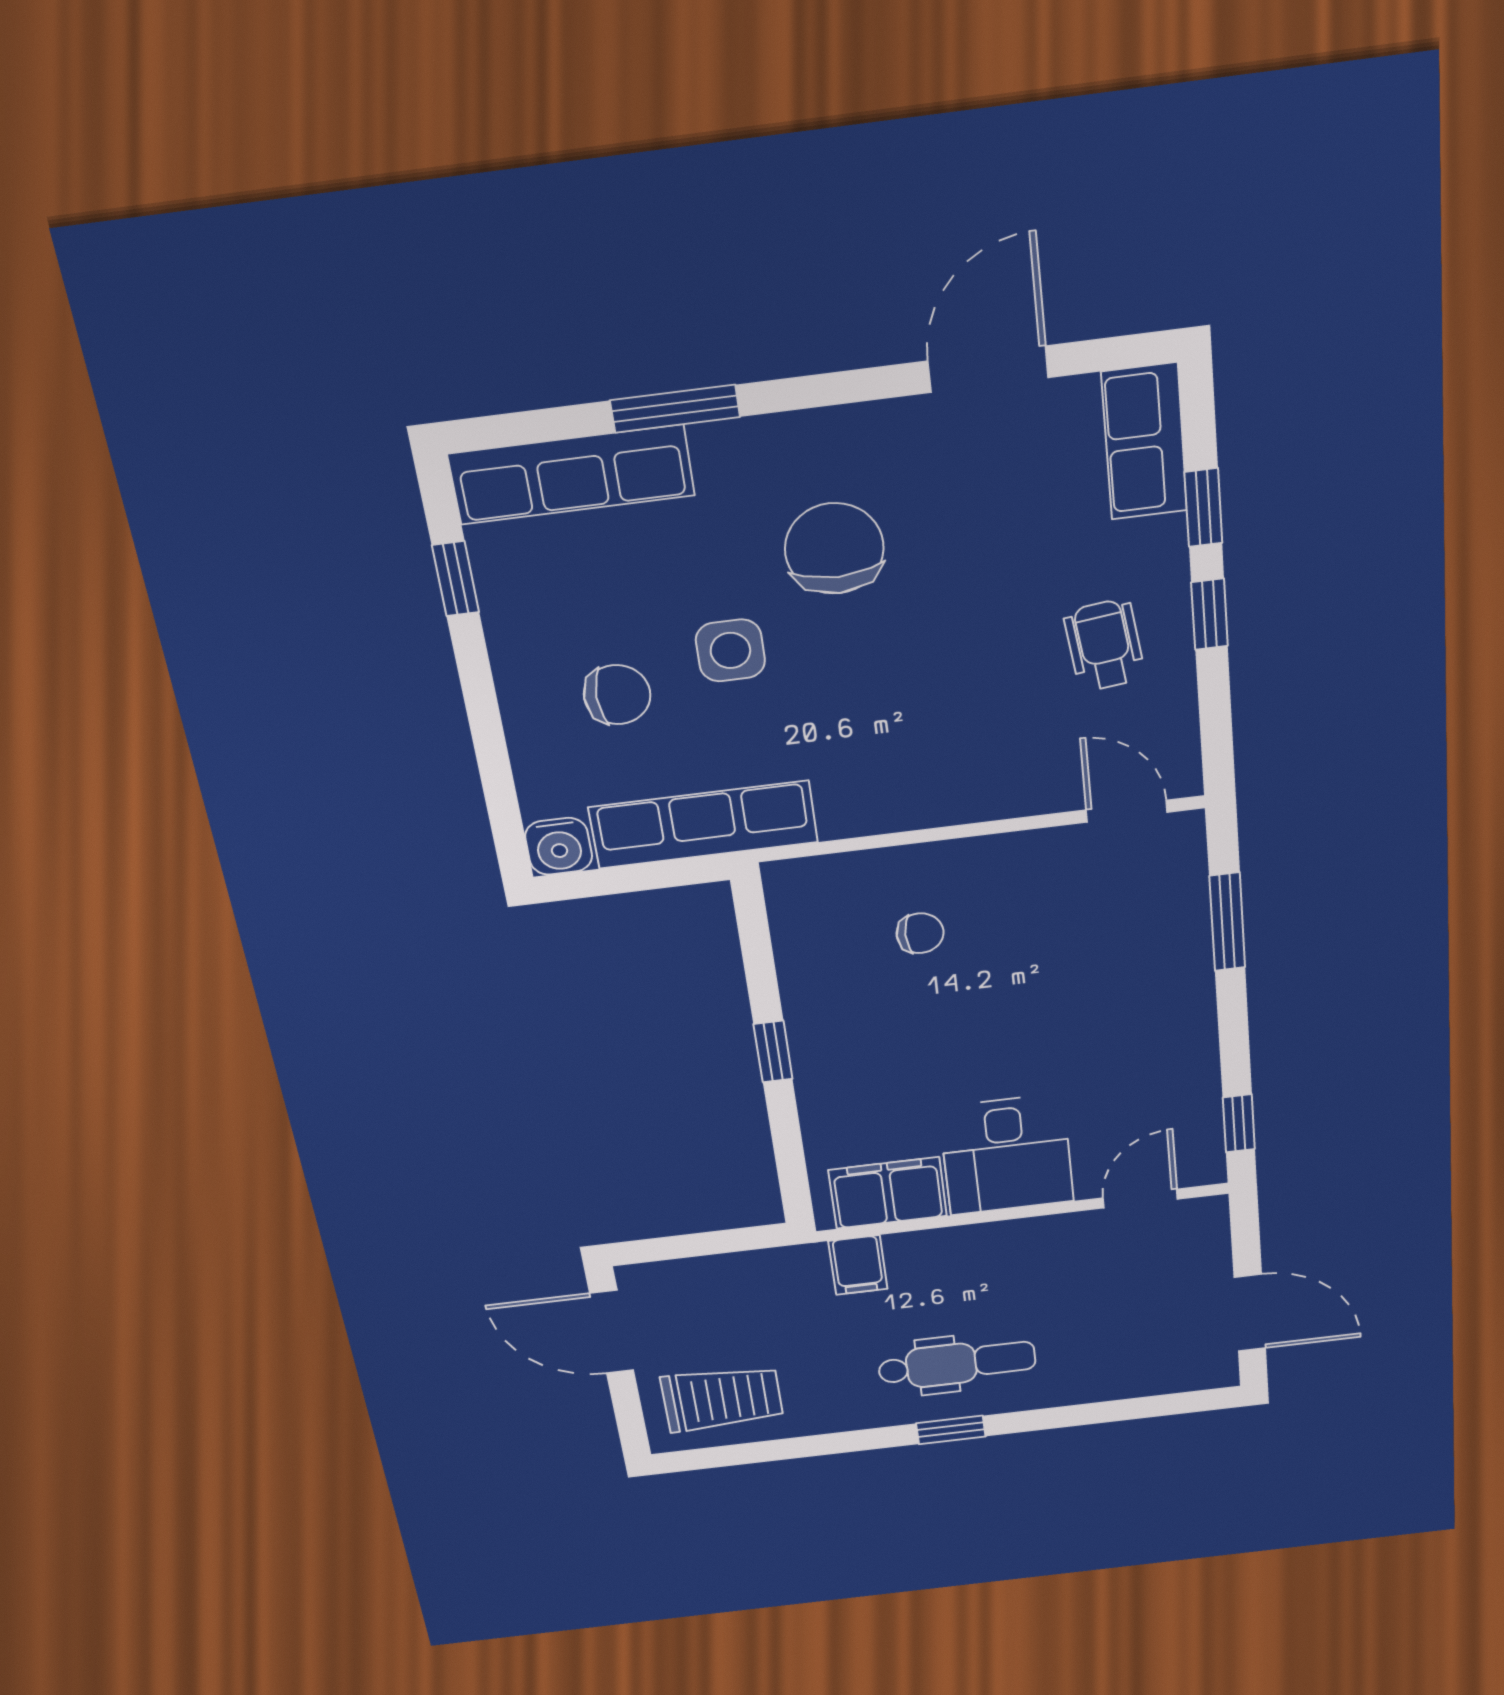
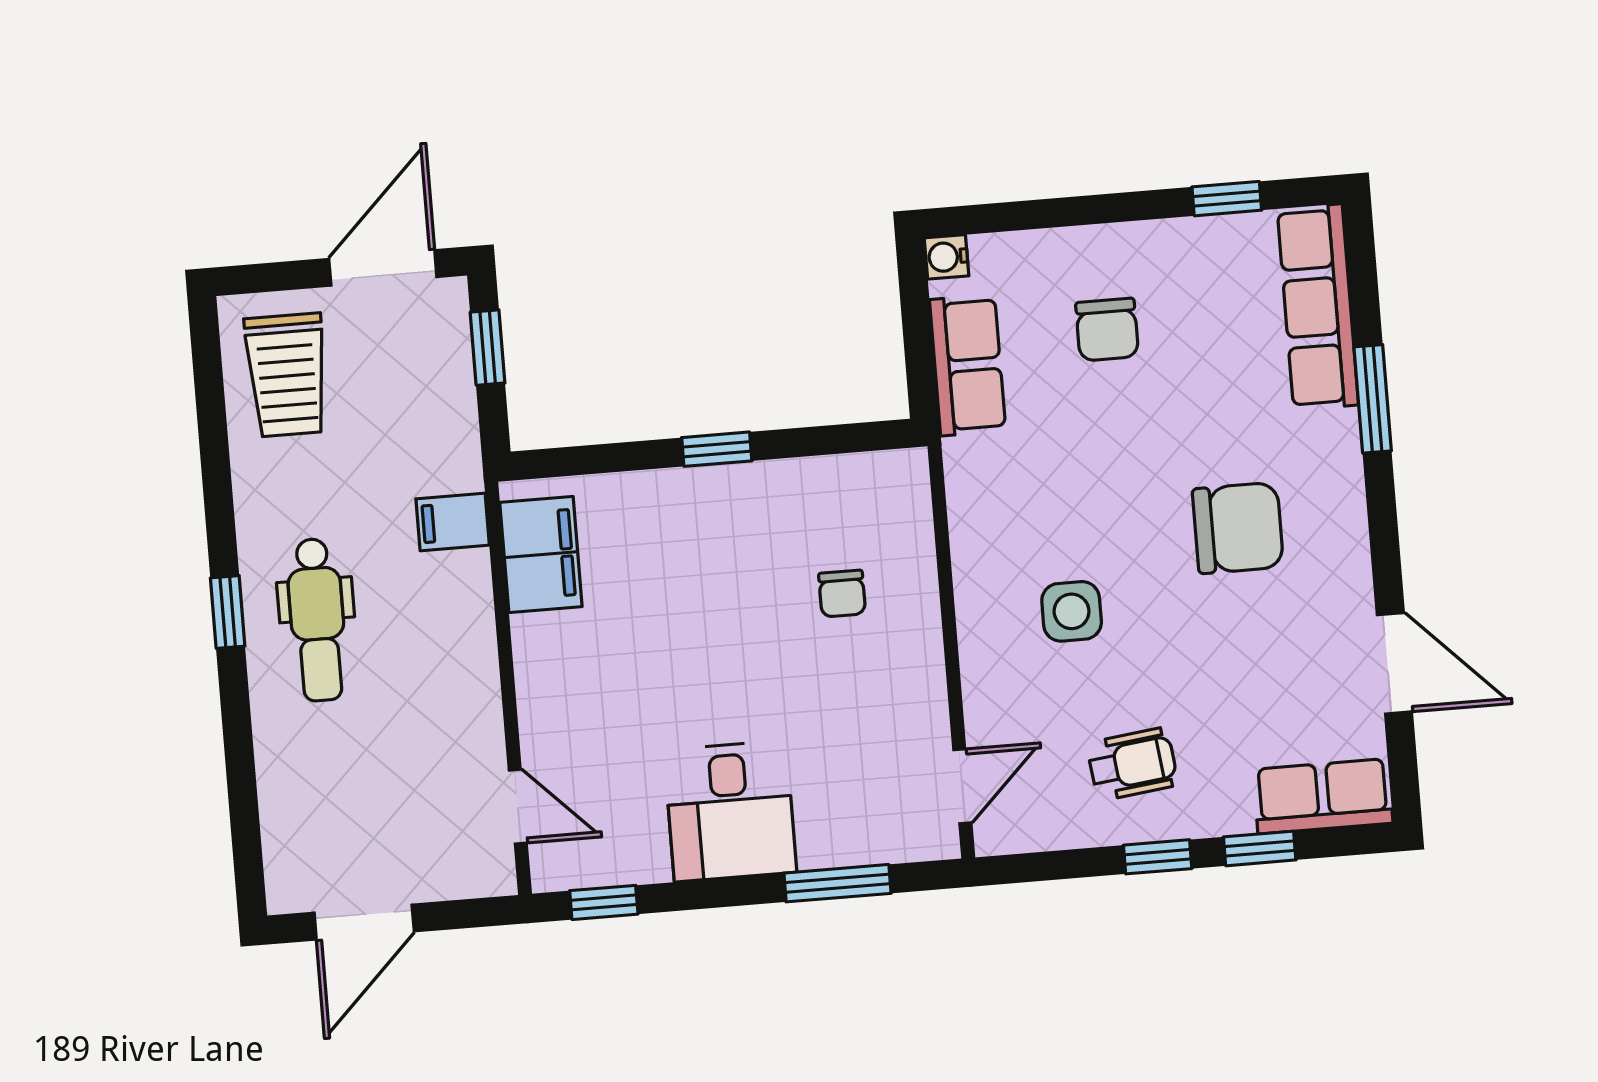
side table: (730, 650) -> (1072, 611), moved
row of seats: (703, 825) -> (968, 365), width x0.68
water cooler: (559, 846) -> (947, 257), width x0.72, depth x0.72
desk: (1006, 1155) -> (730, 811), moved, turned -90
window: (683, 1246) -> (488, 348), added

